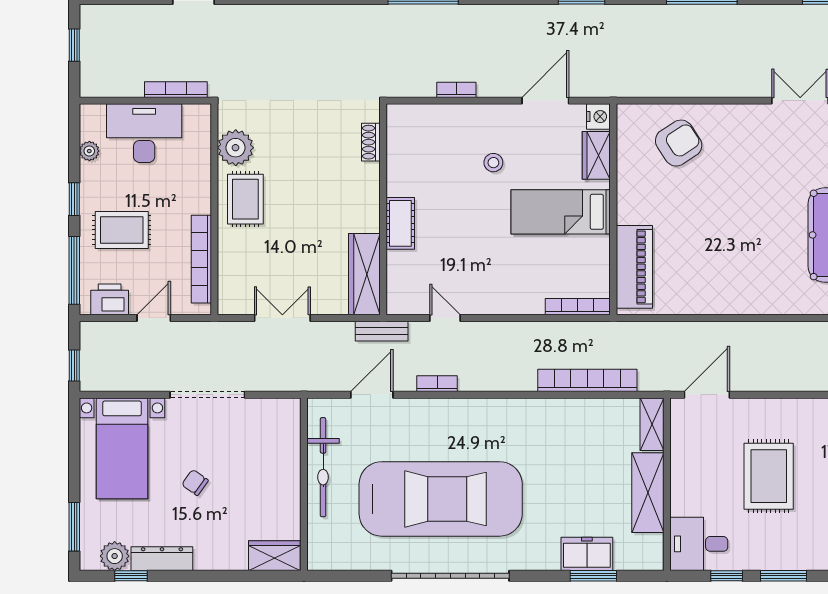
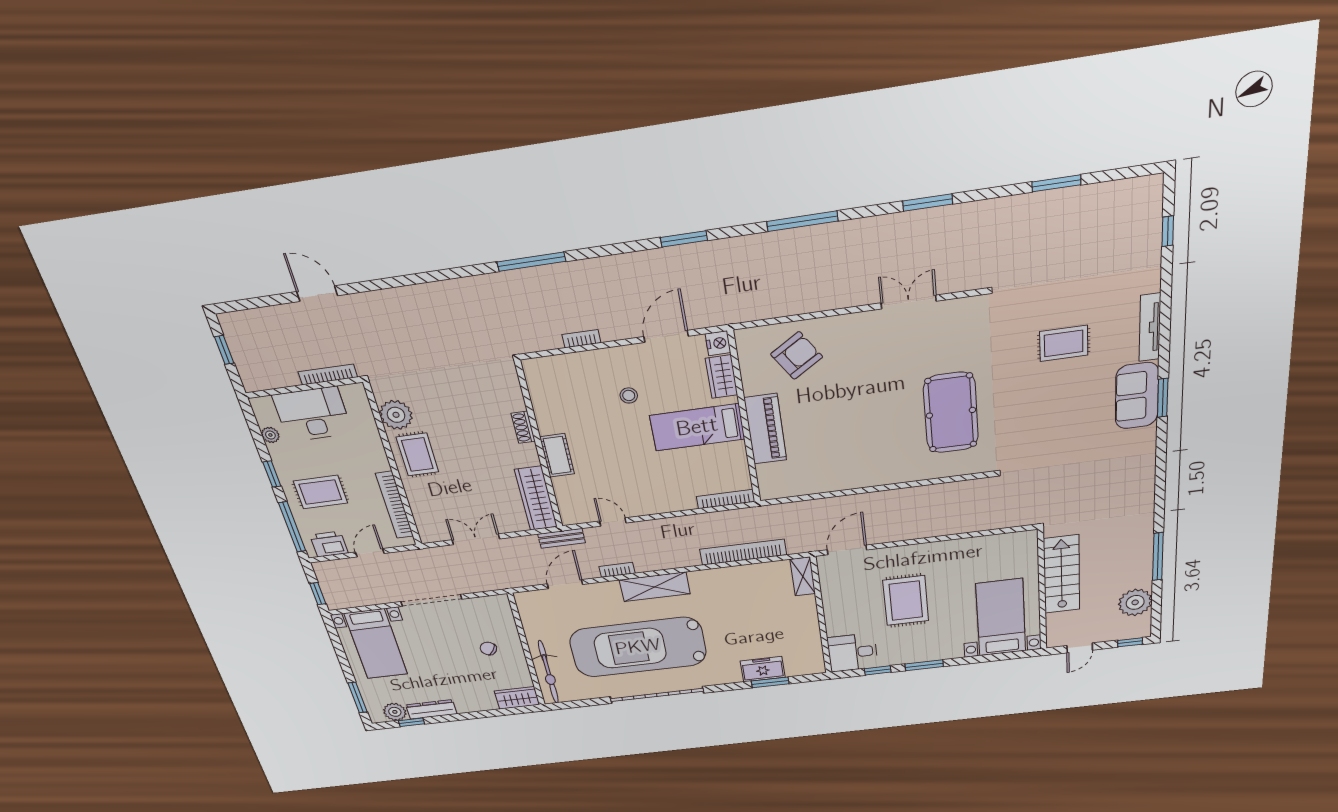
shoe rack: (371, 142) -> (523, 427), moved
piano: (634, 267) -> (765, 429), moved
bicycle: (323, 467) -> (548, 672), moved
chair: (195, 482) -> (488, 649), moved
shelving: (648, 493) -> (655, 587), moved, turned 90
car: (441, 499) -> (638, 647), turned 180

